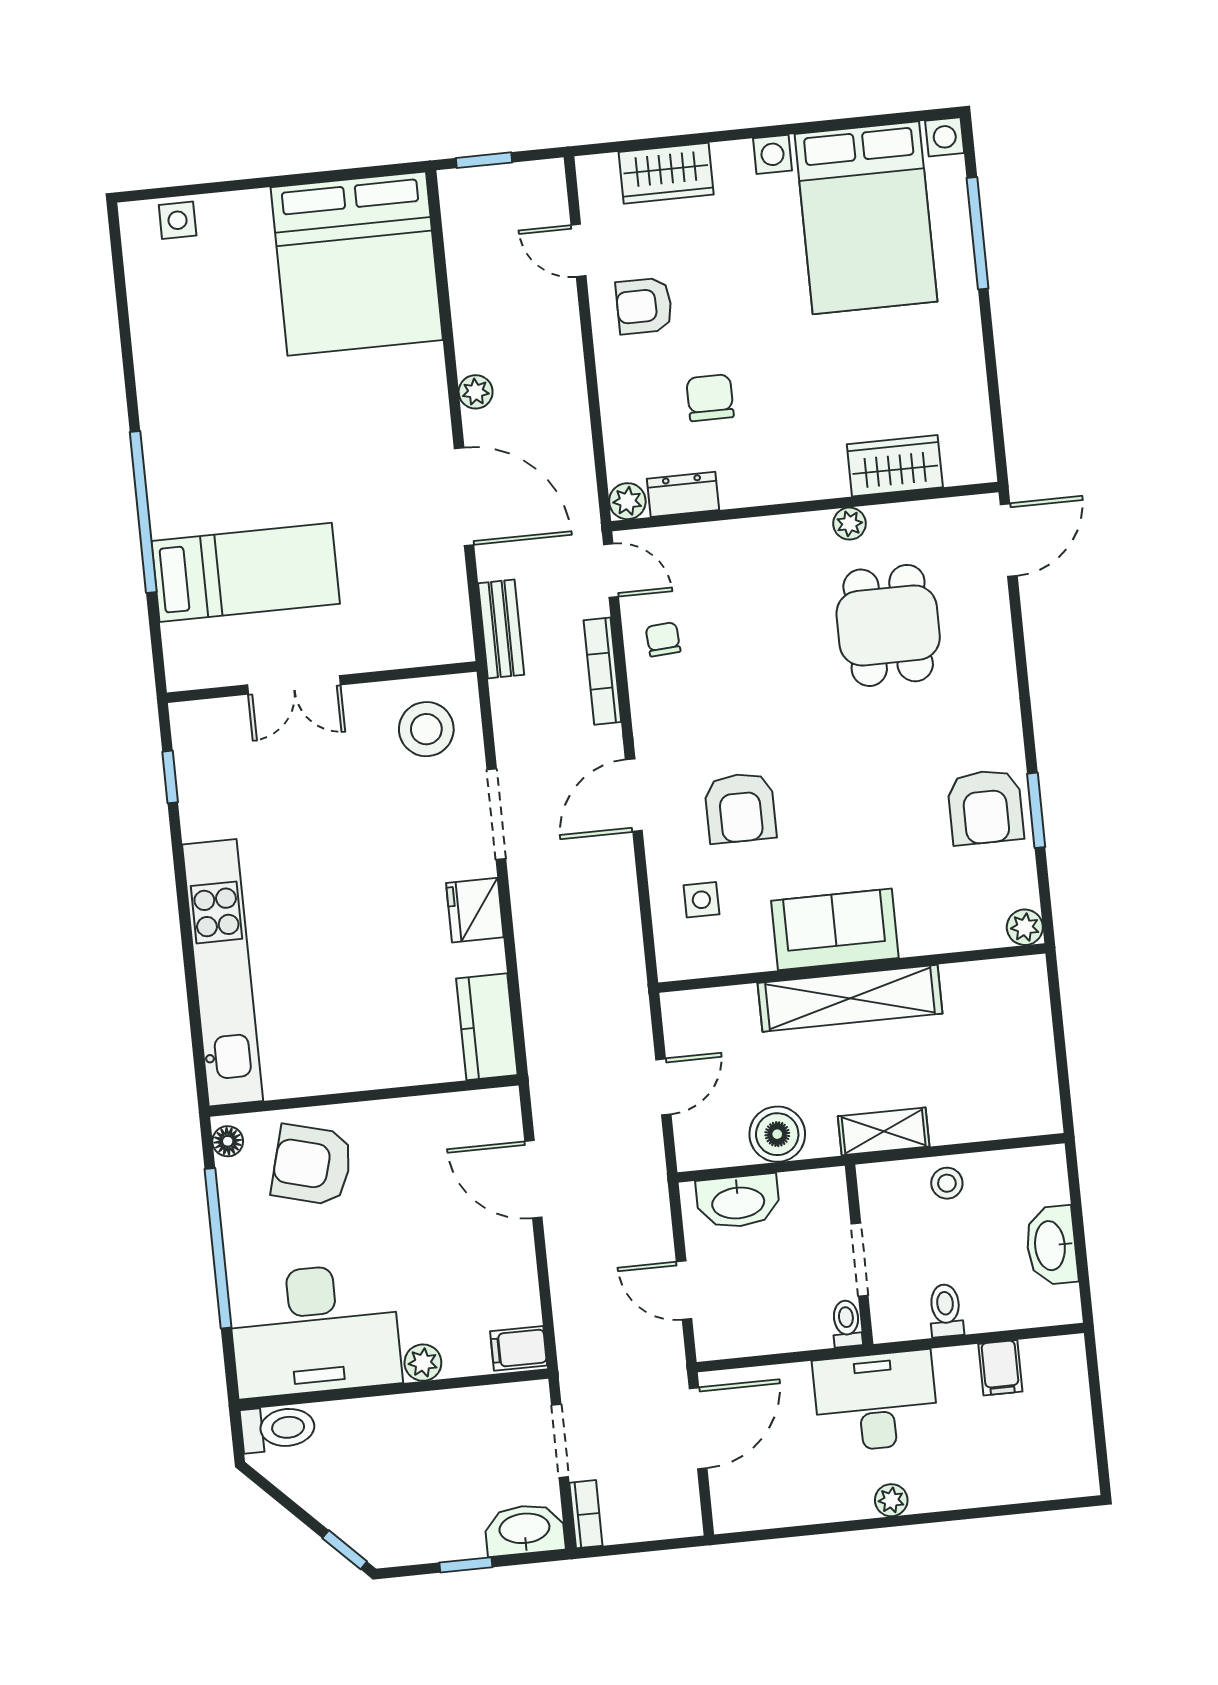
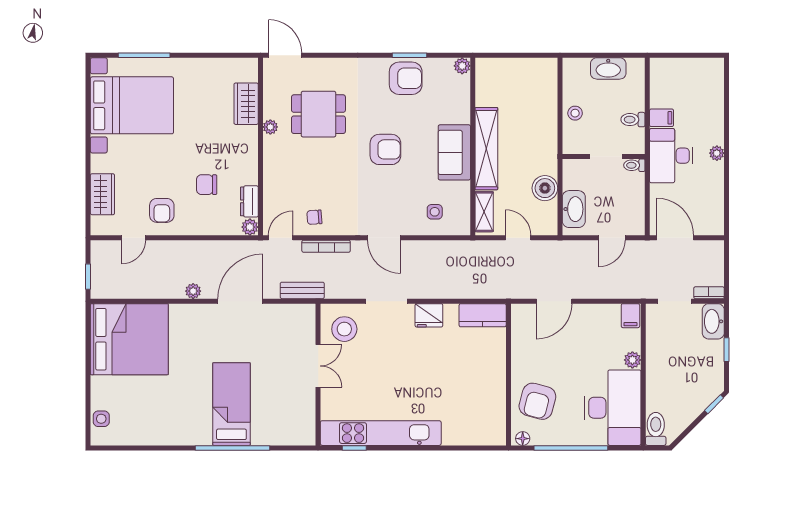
bed: (246, 572) -> (231, 404), moved
double door: (294, 685) -> (318, 366), moved
armchair: (740, 808) -> (385, 149), moved
kitchen unit: (223, 973) -> (381, 433), moved
shelving: (884, 1131) -> (484, 212), moved
filing cabinet: (1000, 1368) -> (662, 118), moved

